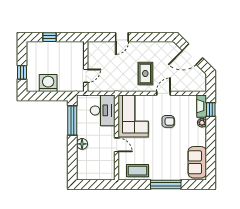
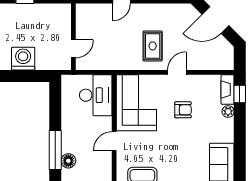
window: (72, 121) -> (55, 150), moved
floor lamp: (82, 144) -> (68, 161), moved
door: (116, 145) -> (114, 141), swing flipped

